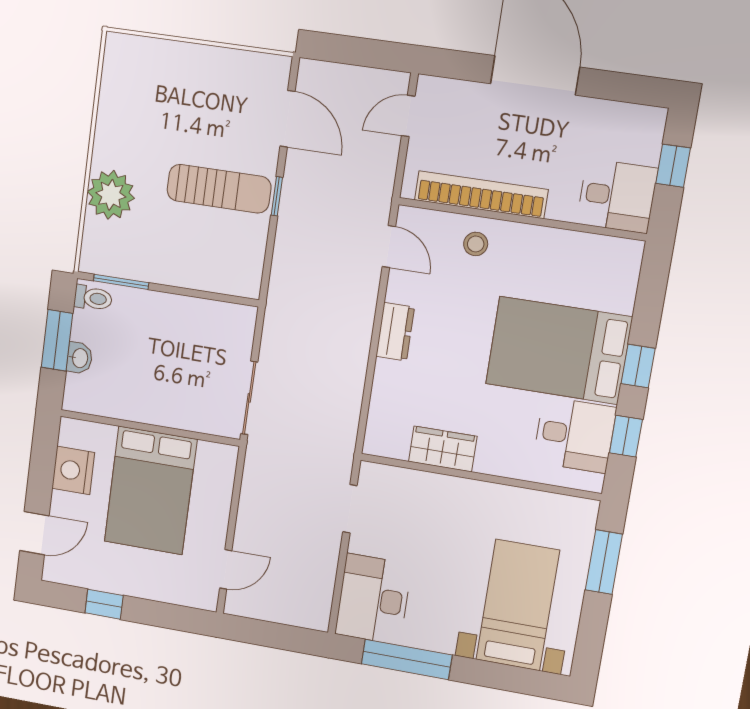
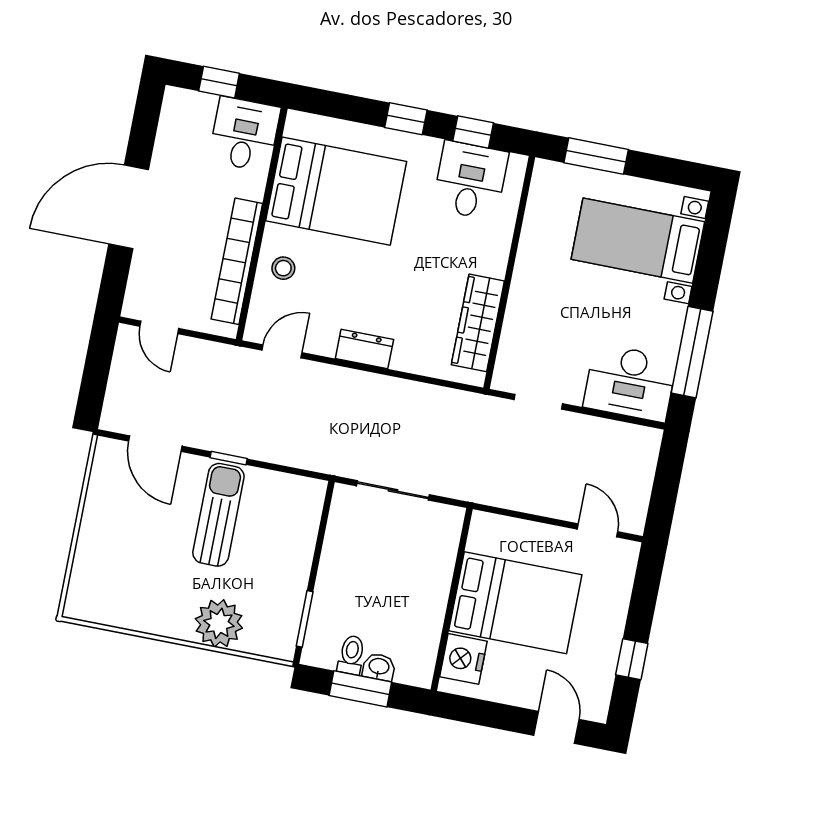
door: (287, 119) -> (155, 444), swing flipped
toilet: (93, 298) -> (351, 655), moved
bed: (559, 350) -> (336, 191), moved, turned -90
sliding door: (249, 398) -> (393, 490), moved
wardrobe: (443, 449) -> (478, 323), width x1.50
nightstand: (73, 470) -> (463, 659), moved, turned 90

